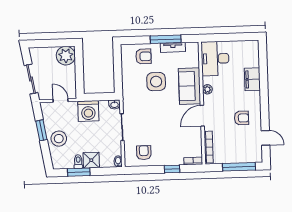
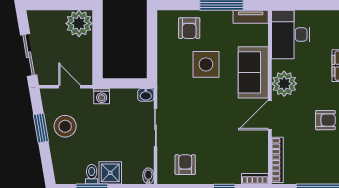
tv unit: (173, 47) -> (251, 17), moved
armchair: (143, 56) -> (189, 28), turned 90
plant: (207, 89) -> (284, 84), width x1.88, depth x1.88
washing machine: (88, 111) -> (102, 96), width x0.53, depth x0.53
stool: (59, 139) -> (65, 126), moved

